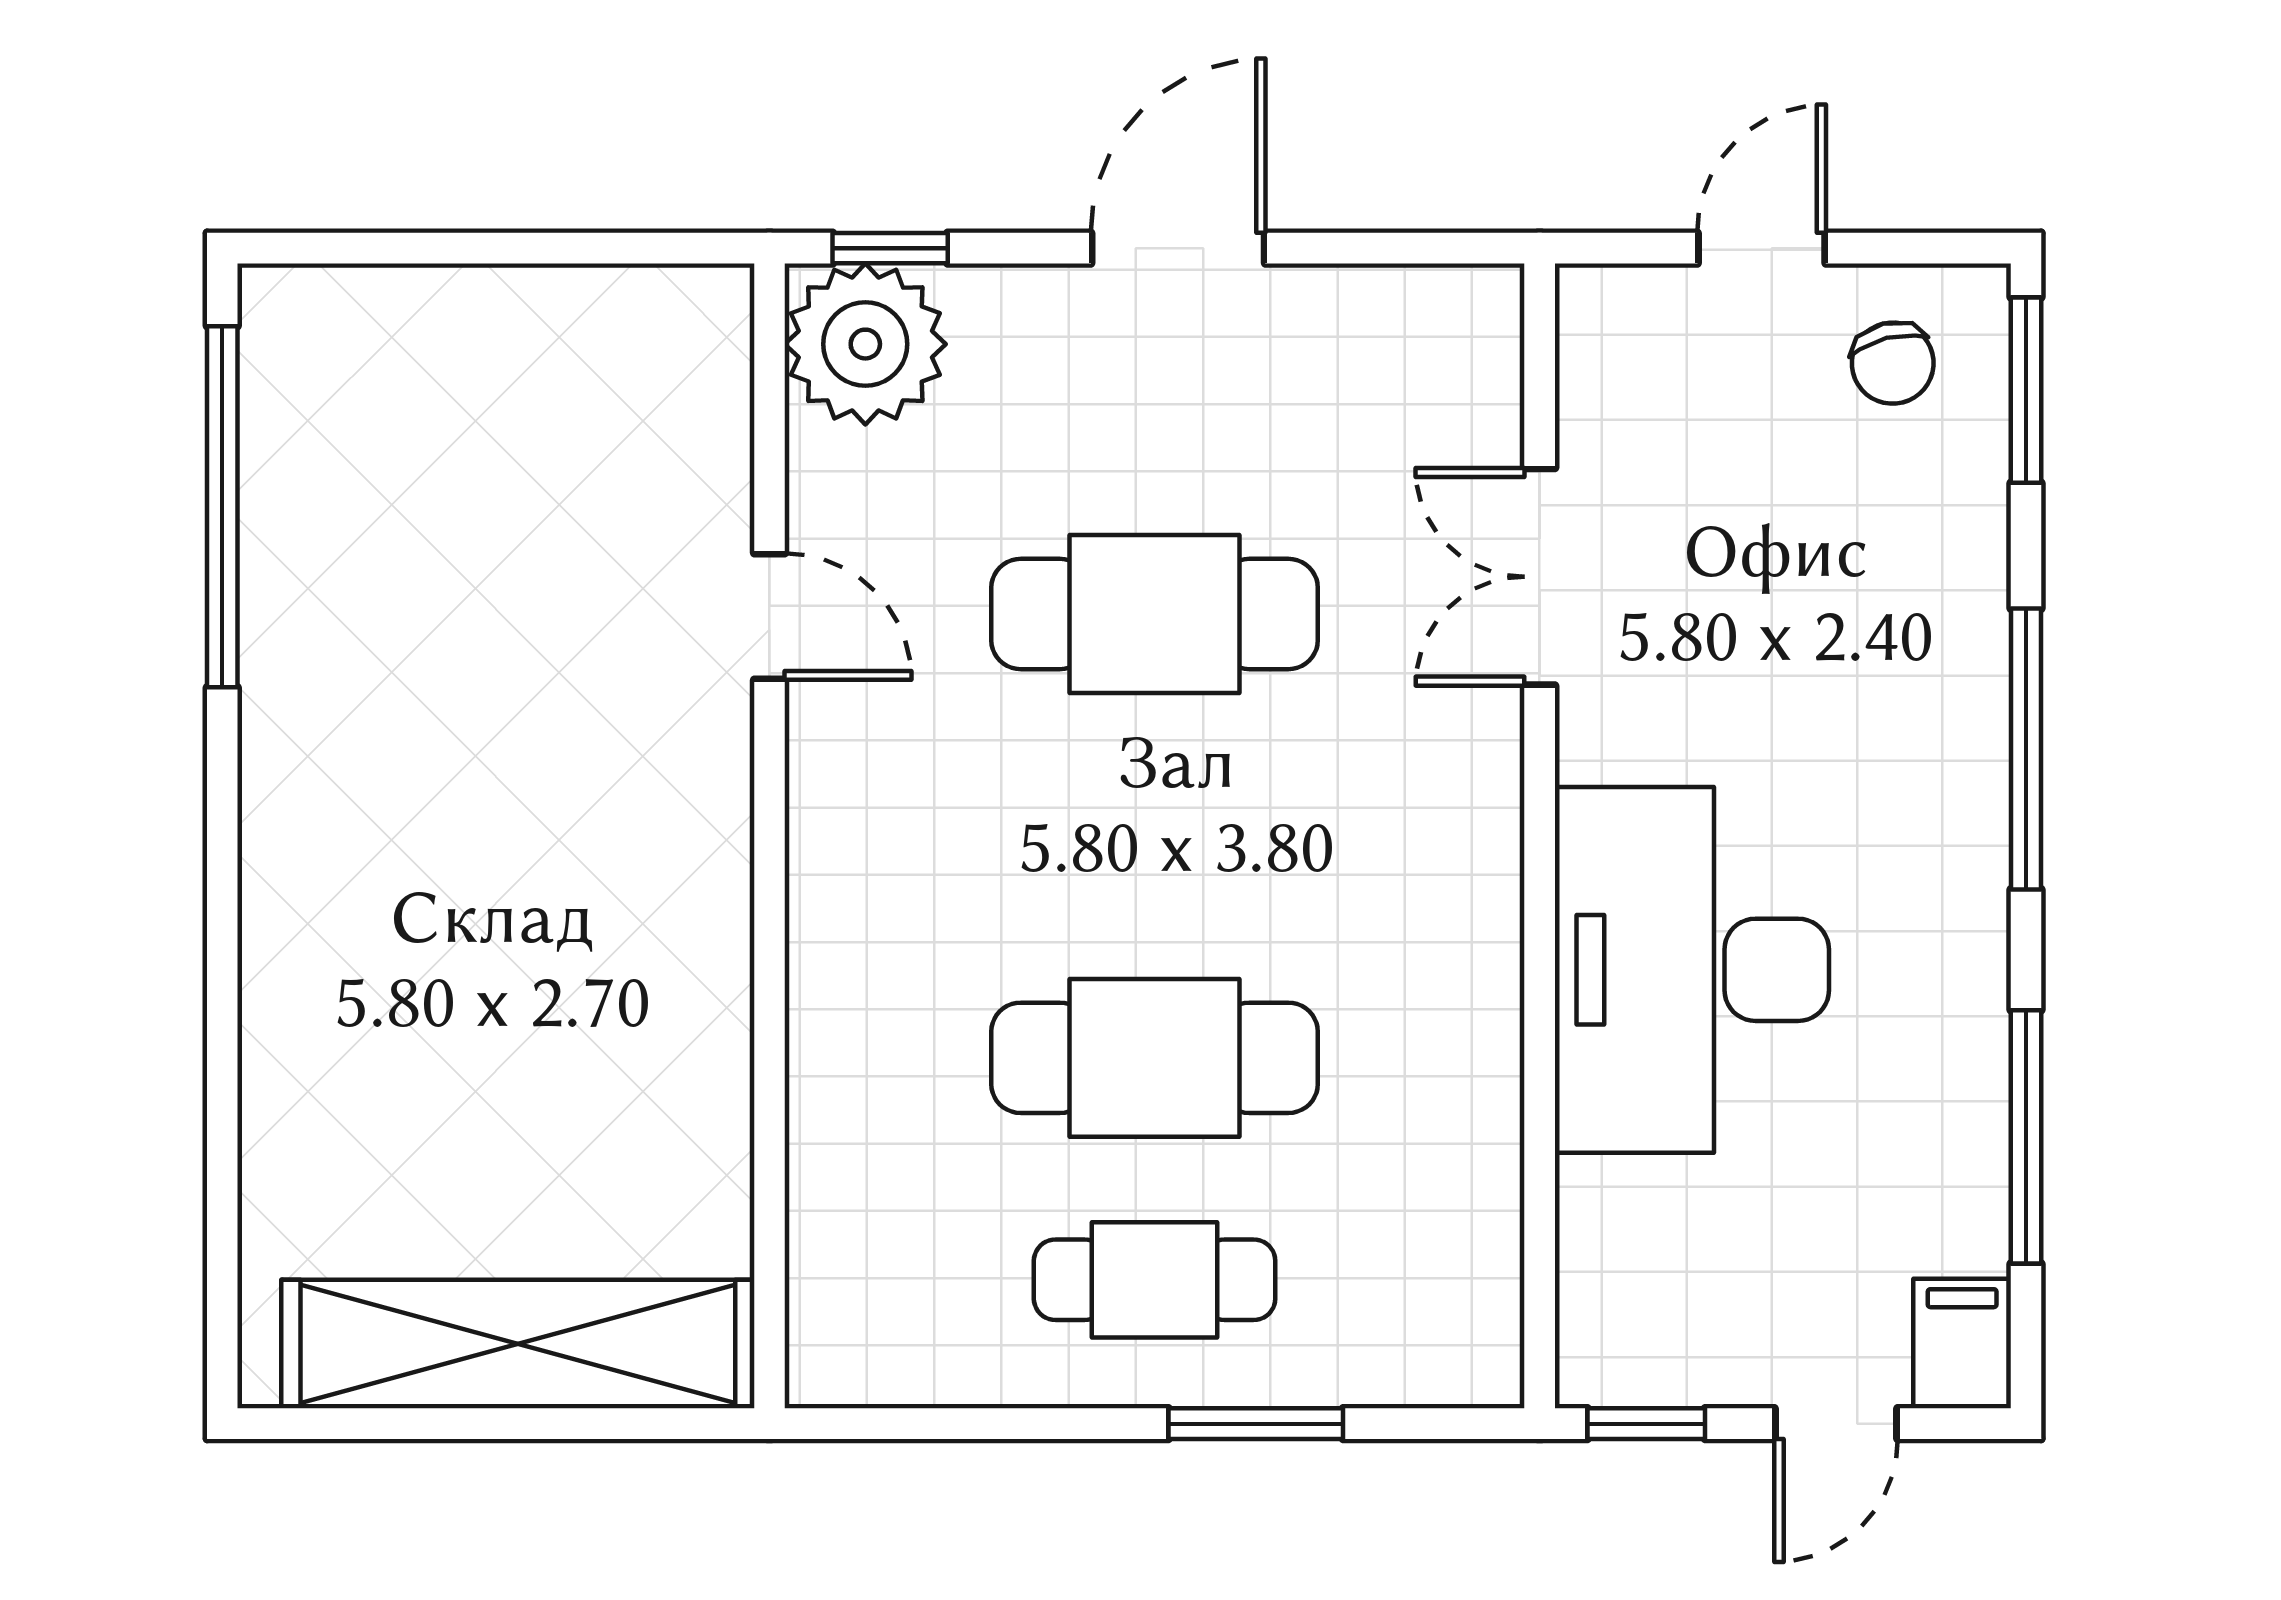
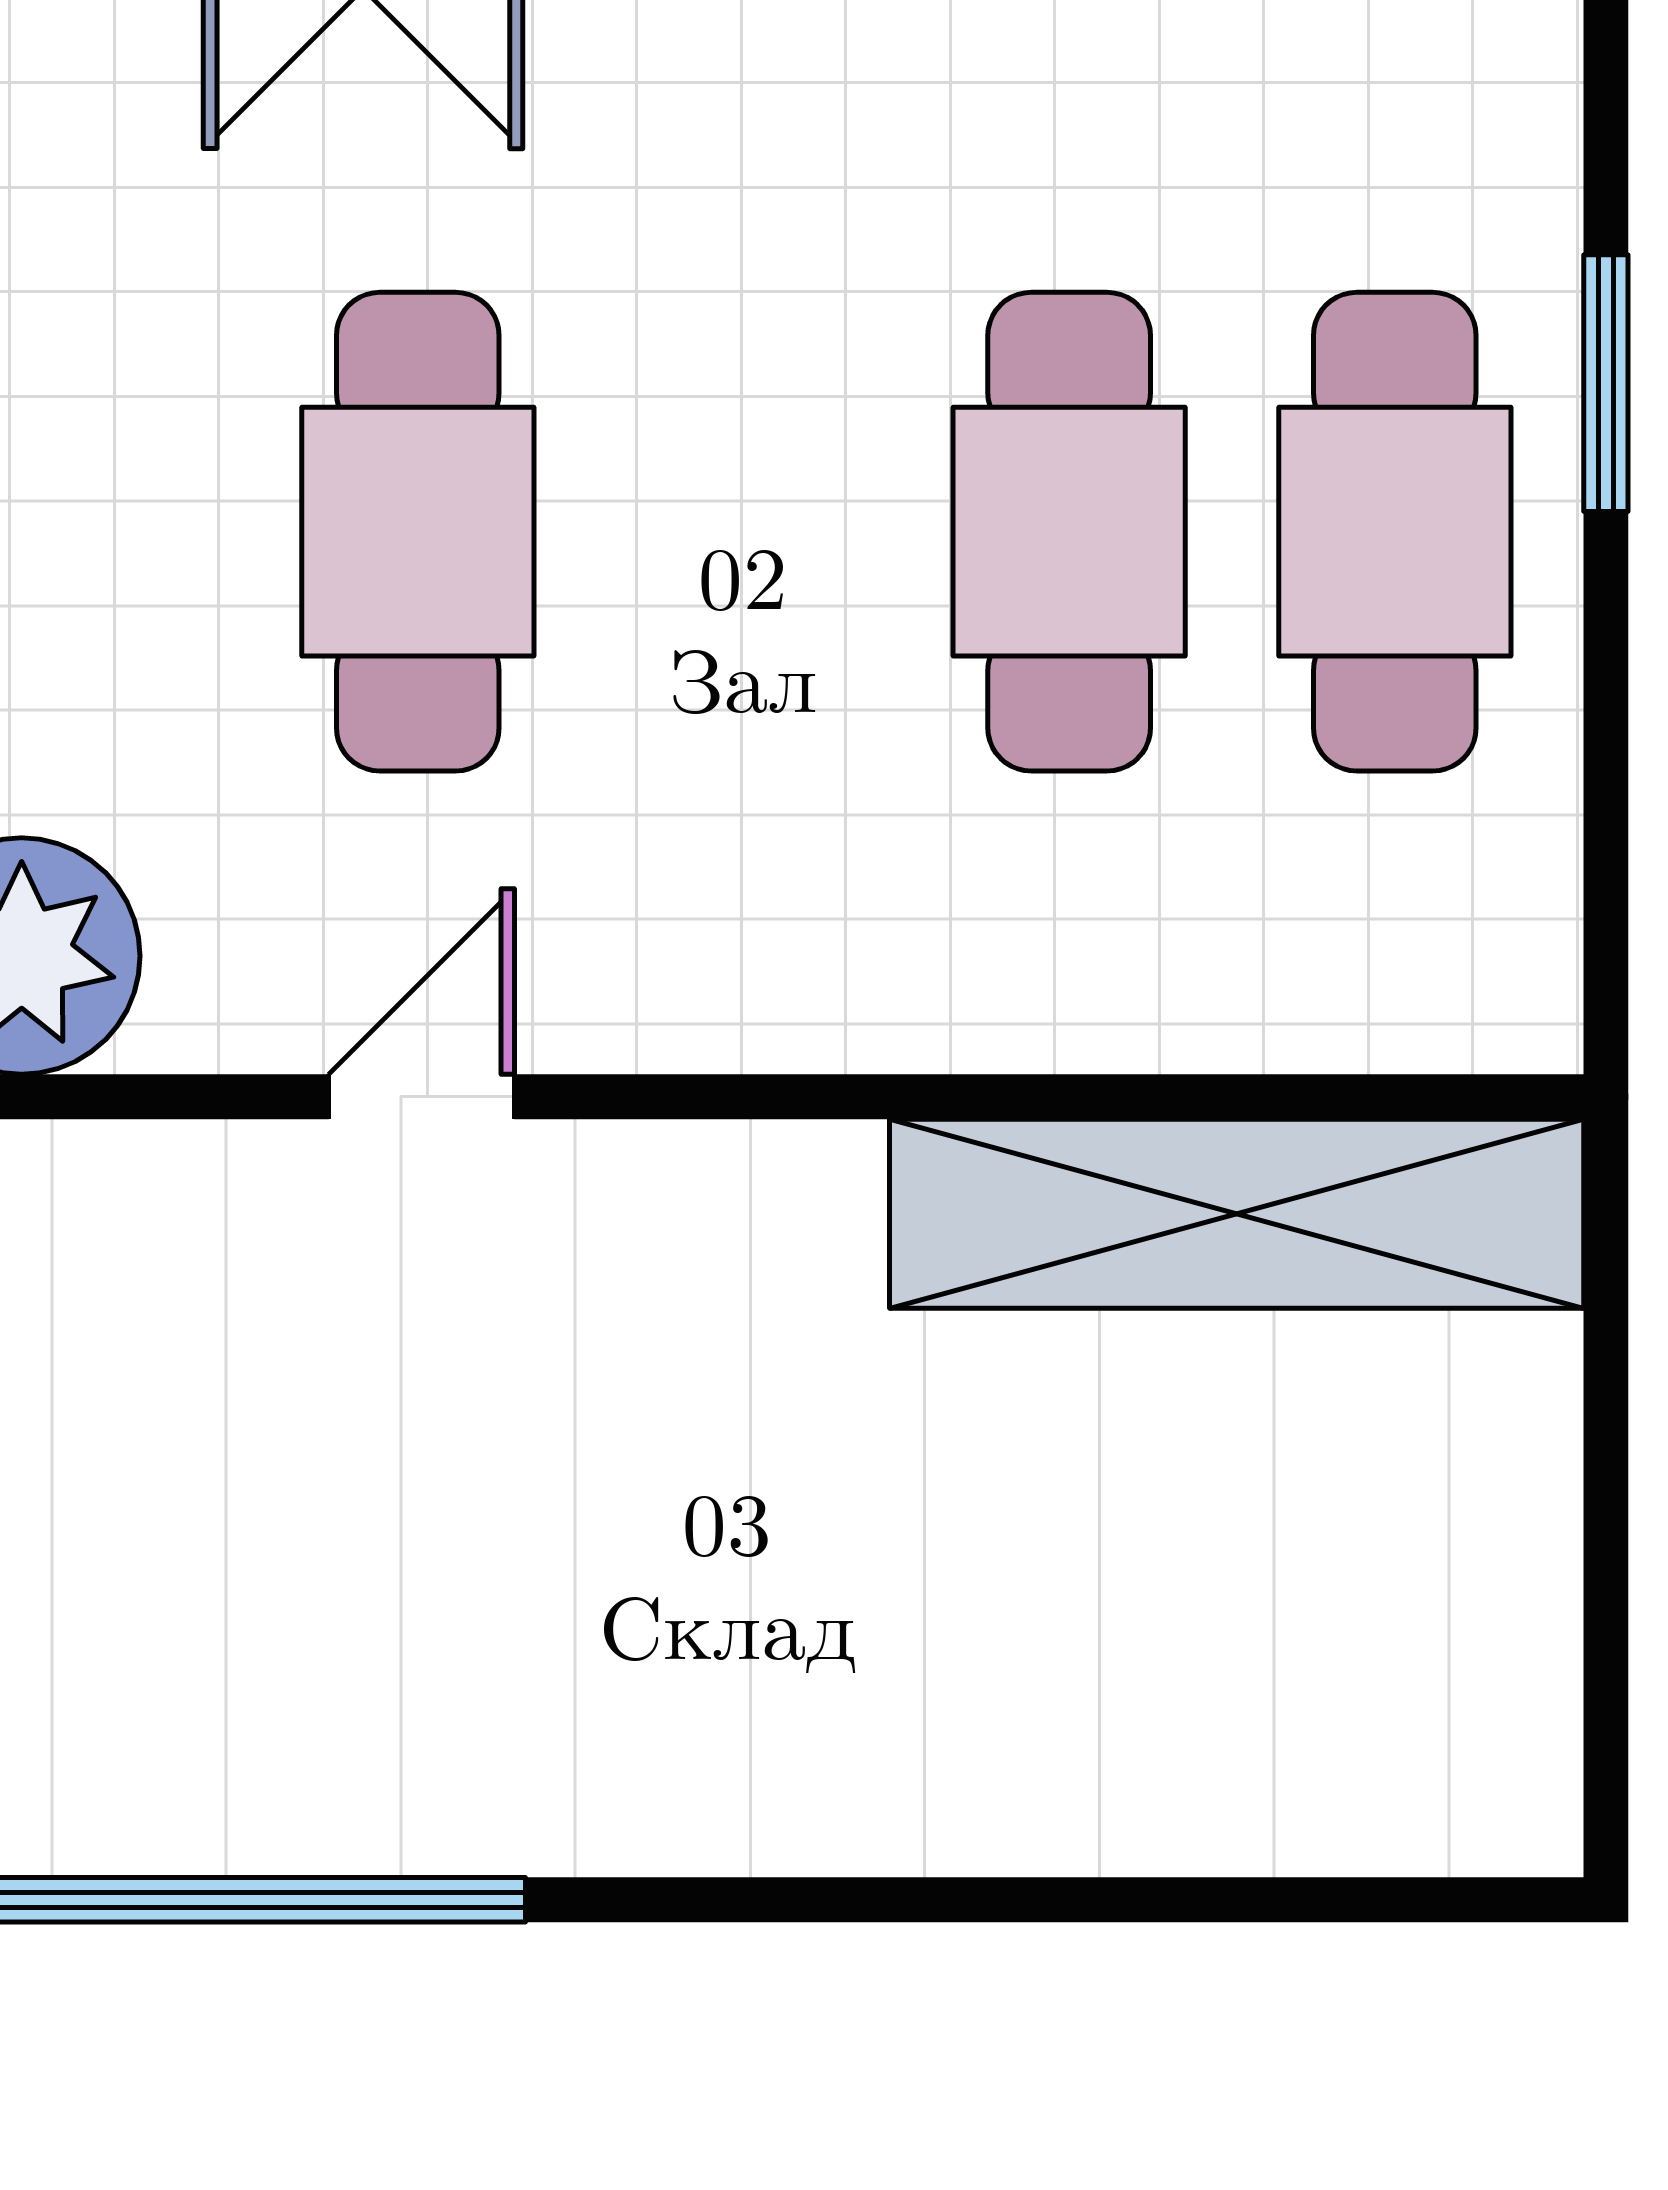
cafe table: (1155, 1280) -> (1395, 532), width x1.37, depth x1.35
shelving: (518, 1344) -> (1237, 1214), moved, turned 90

